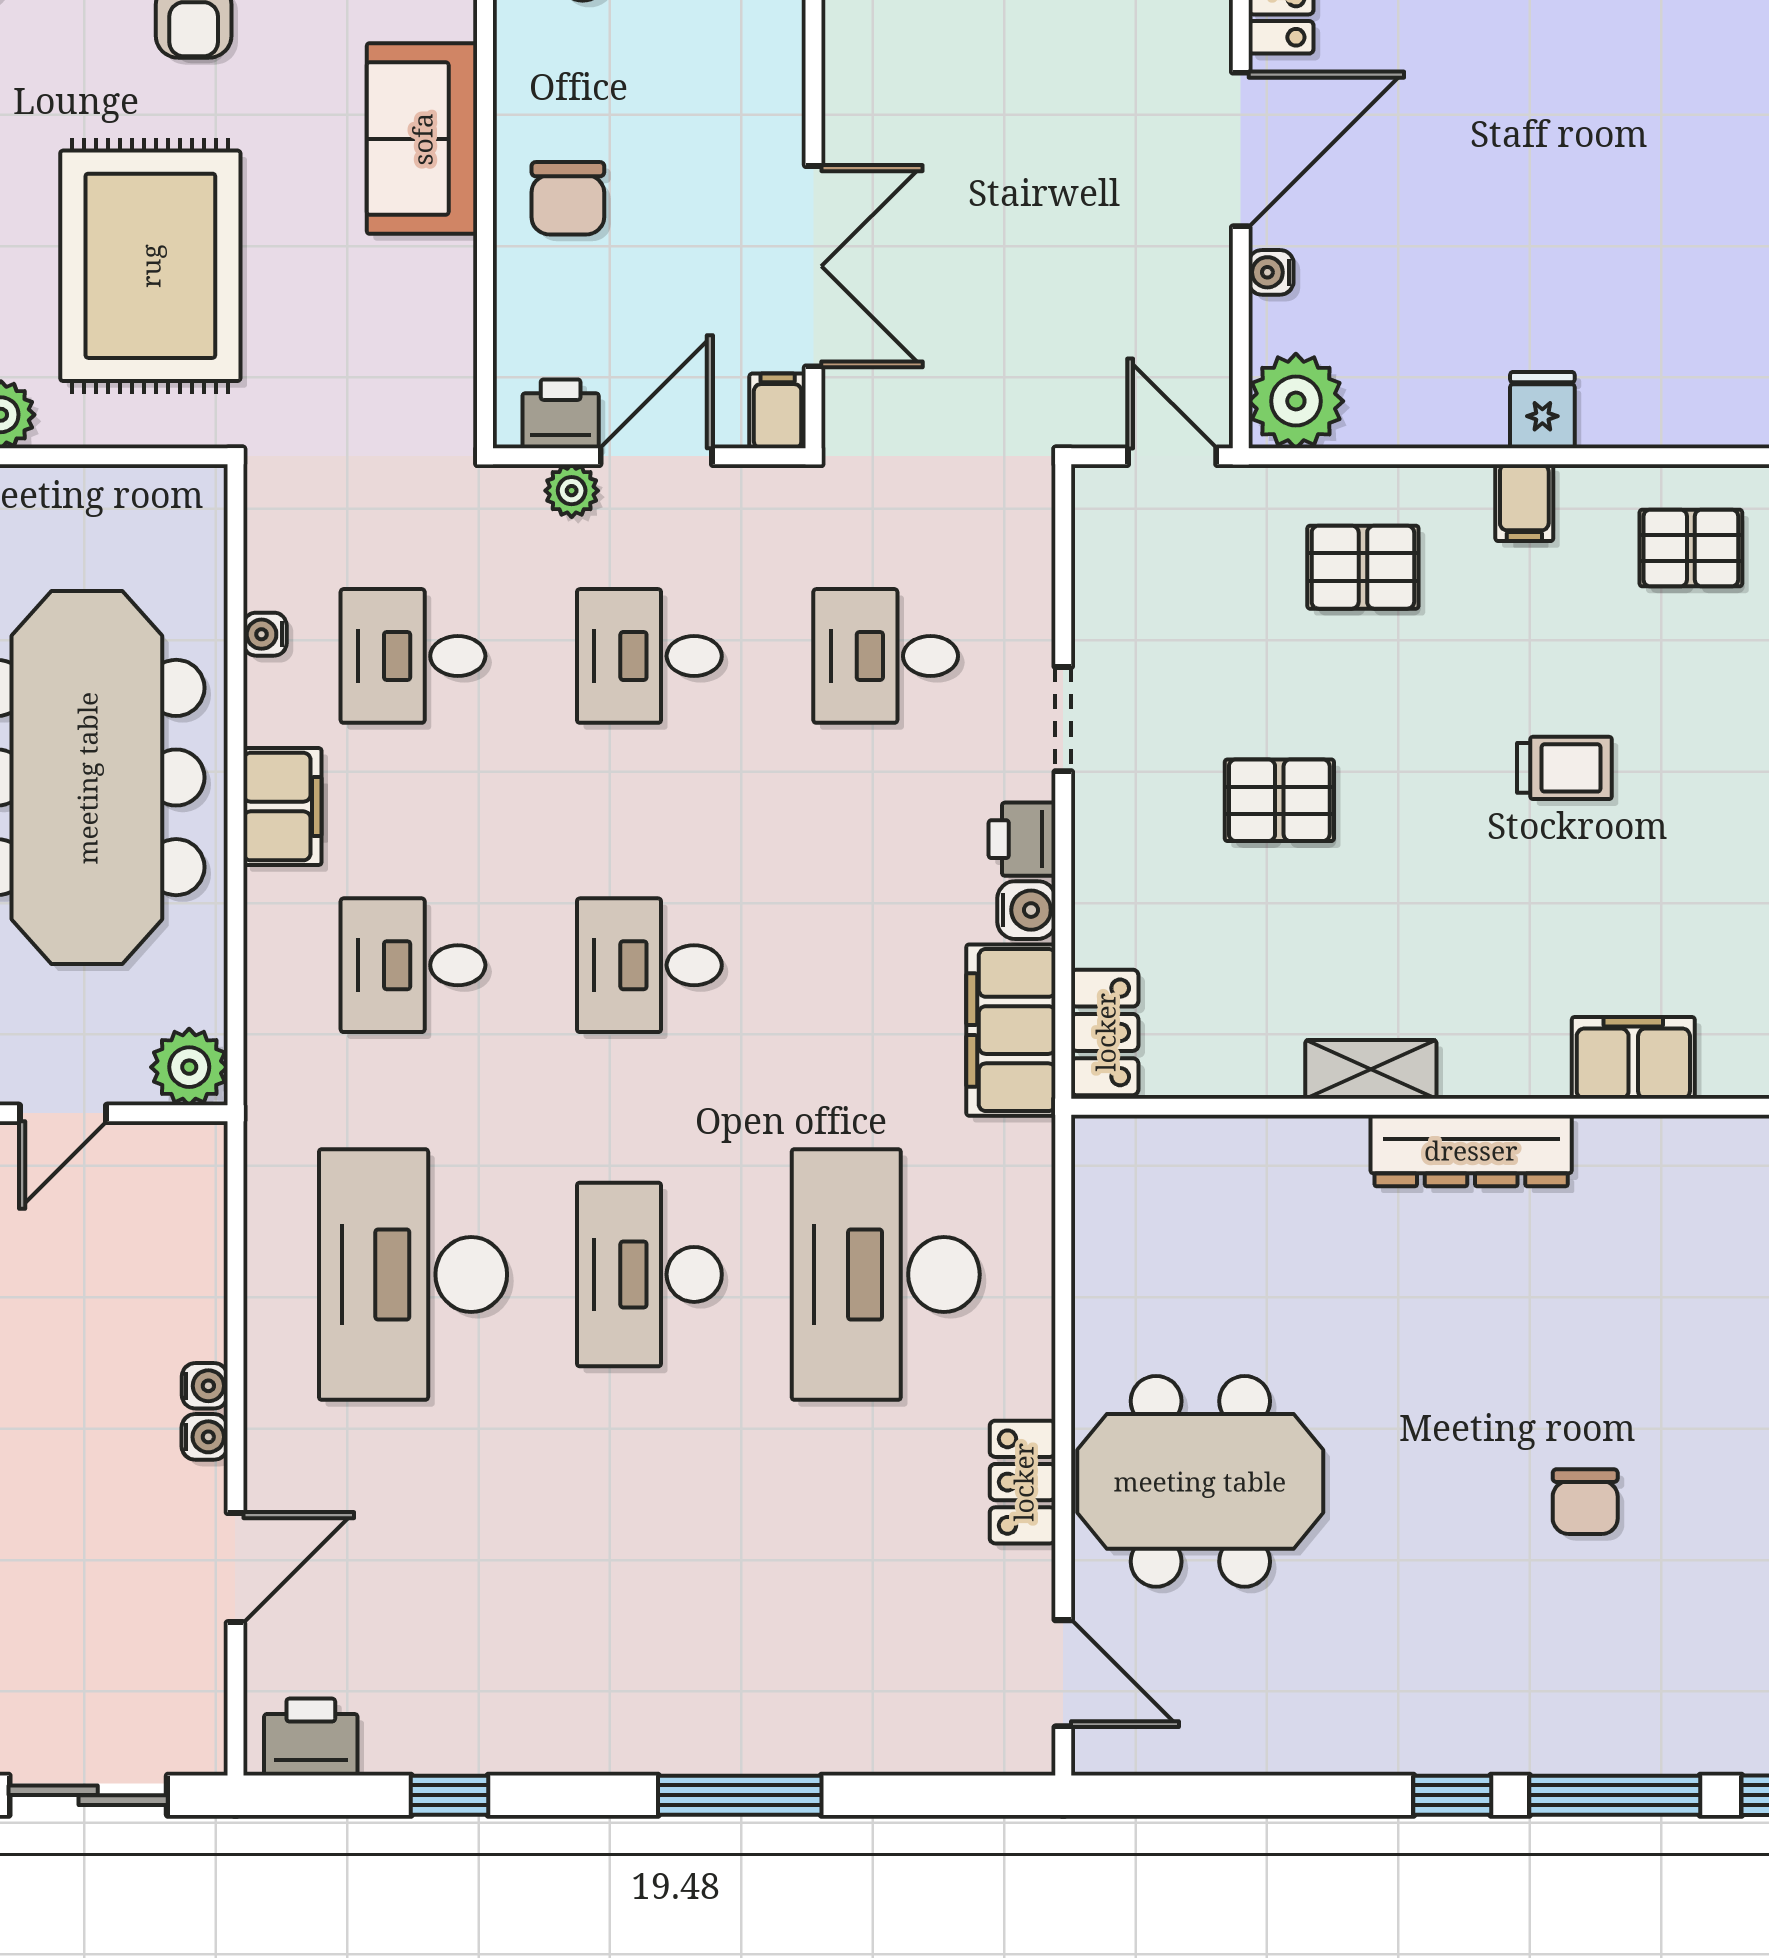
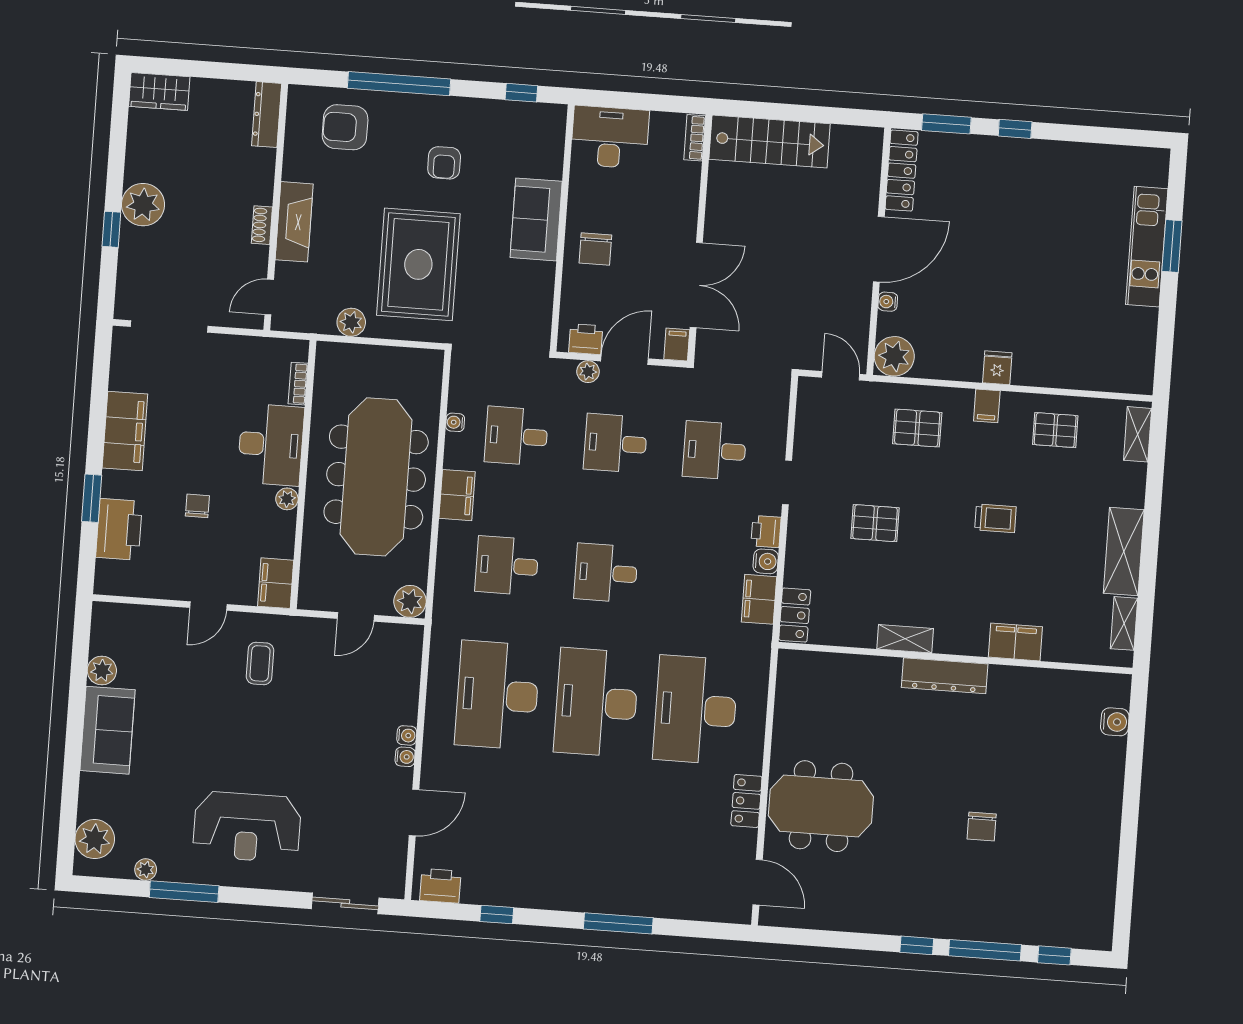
filing cabinet: (1011, 1030) -> (759, 599), width x0.67, depth x0.86
desk: (649, 1274) -> (596, 702), width x1.36, depth x1.30

